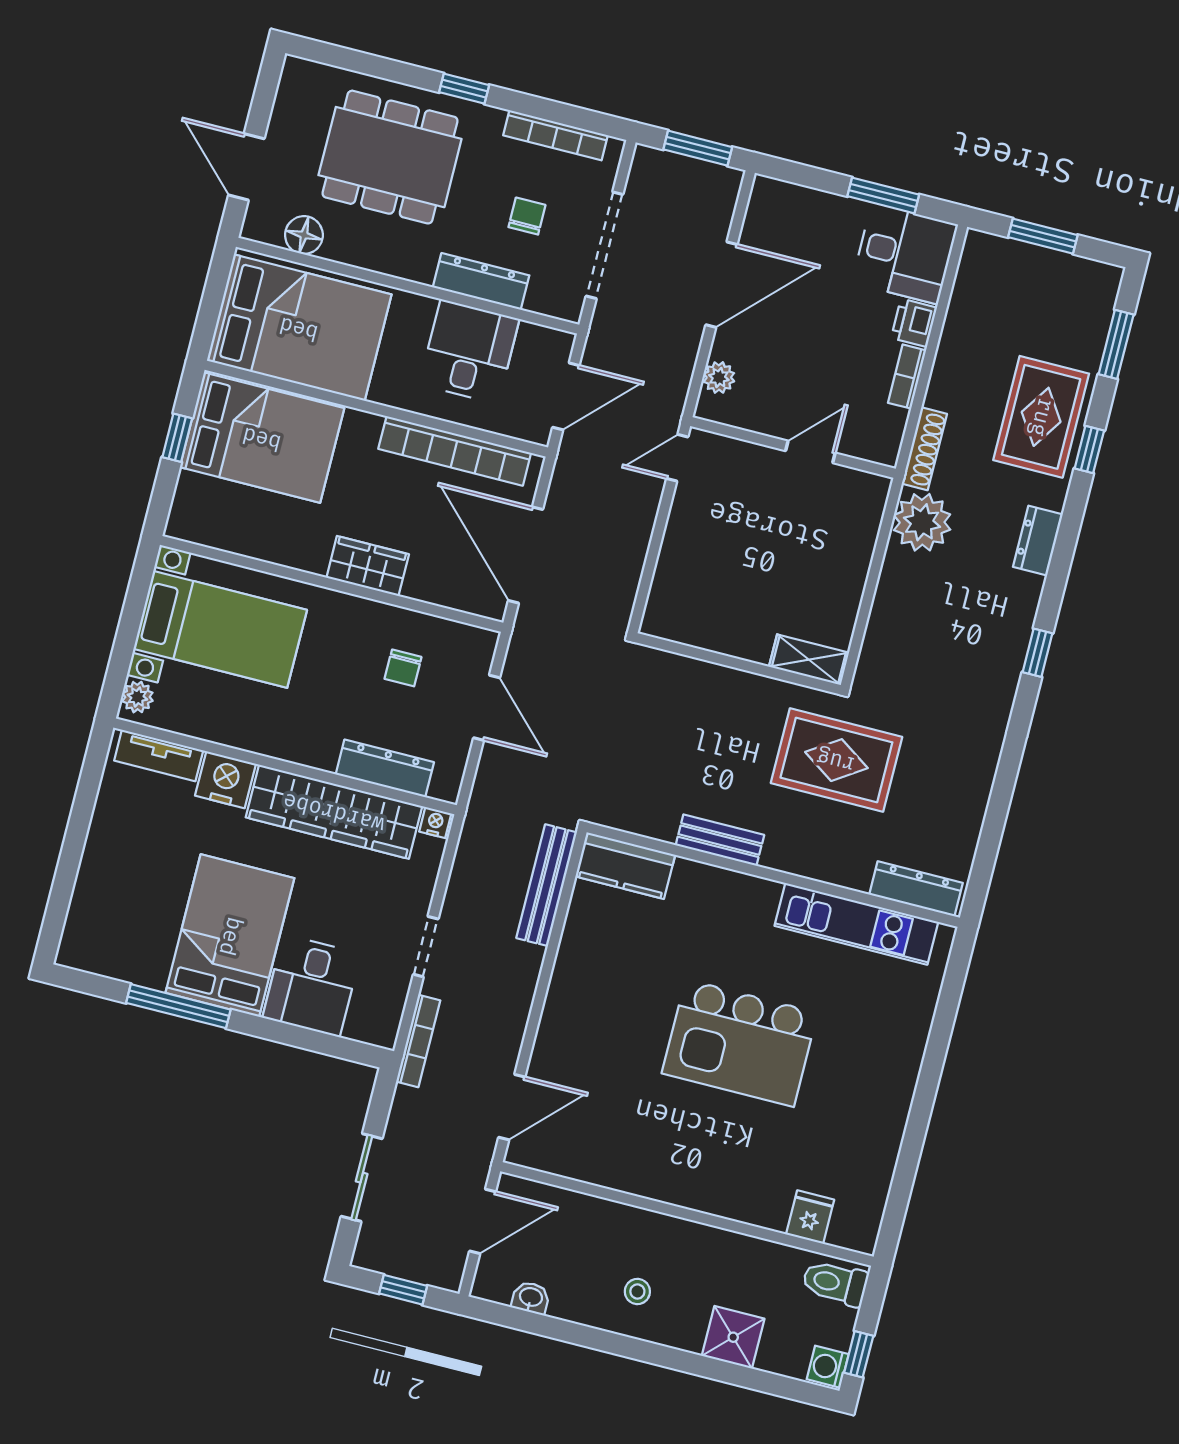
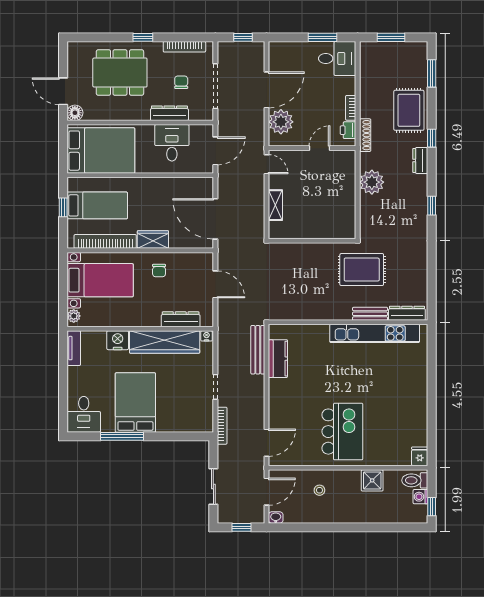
window: (698, 148) -> (243, 37), width x0.67
floor lamp: (304, 235) -> (75, 113), moved
printer: (914, 323) -> (348, 130), moved
plant: (719, 378) -> (281, 122), width x1.87, depth x1.87
bed: (262, 438) -> (97, 205), width x0.67
window: (1089, 450) -> (432, 138), moved
bookcase: (455, 451) -> (105, 241), moved, turned 180
door: (677, 458) -> (267, 164), swing flipped
plant: (922, 522) -> (372, 182), moved
shelving: (809, 660) -> (275, 205), moved, turned 90
chair: (403, 668) -> (159, 271), moved
tv unit: (159, 755) -> (74, 348), moved, turned -90
bench: (720, 840) -> (370, 314), moved
kitchen counter: (625, 866) -> (278, 359), moved, turned -90
kitchen unit: (856, 924) -> (375, 333), width x1.36
desk: (312, 986) -> (84, 414), moved
kitchen island: (740, 1043) -> (342, 432), moved, turned -90
fridge: (810, 1217) -> (420, 456), moved
stool: (637, 1291) -> (319, 490), moved
washbasin: (531, 1298) -> (276, 518), moved
shower: (733, 1337) -> (372, 480), moved
washing machine: (828, 1367) -> (420, 497), moved

